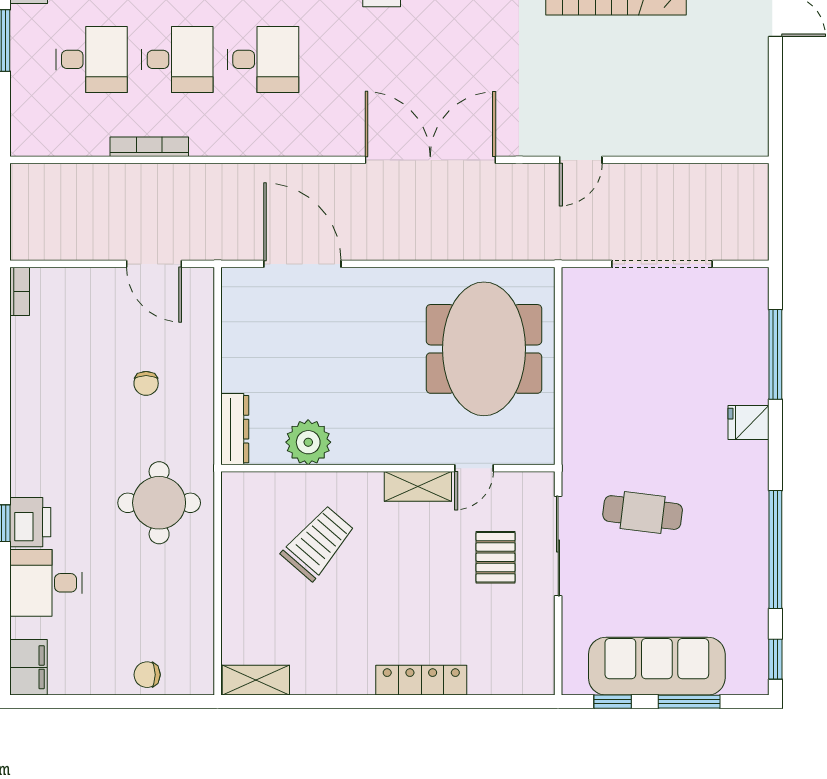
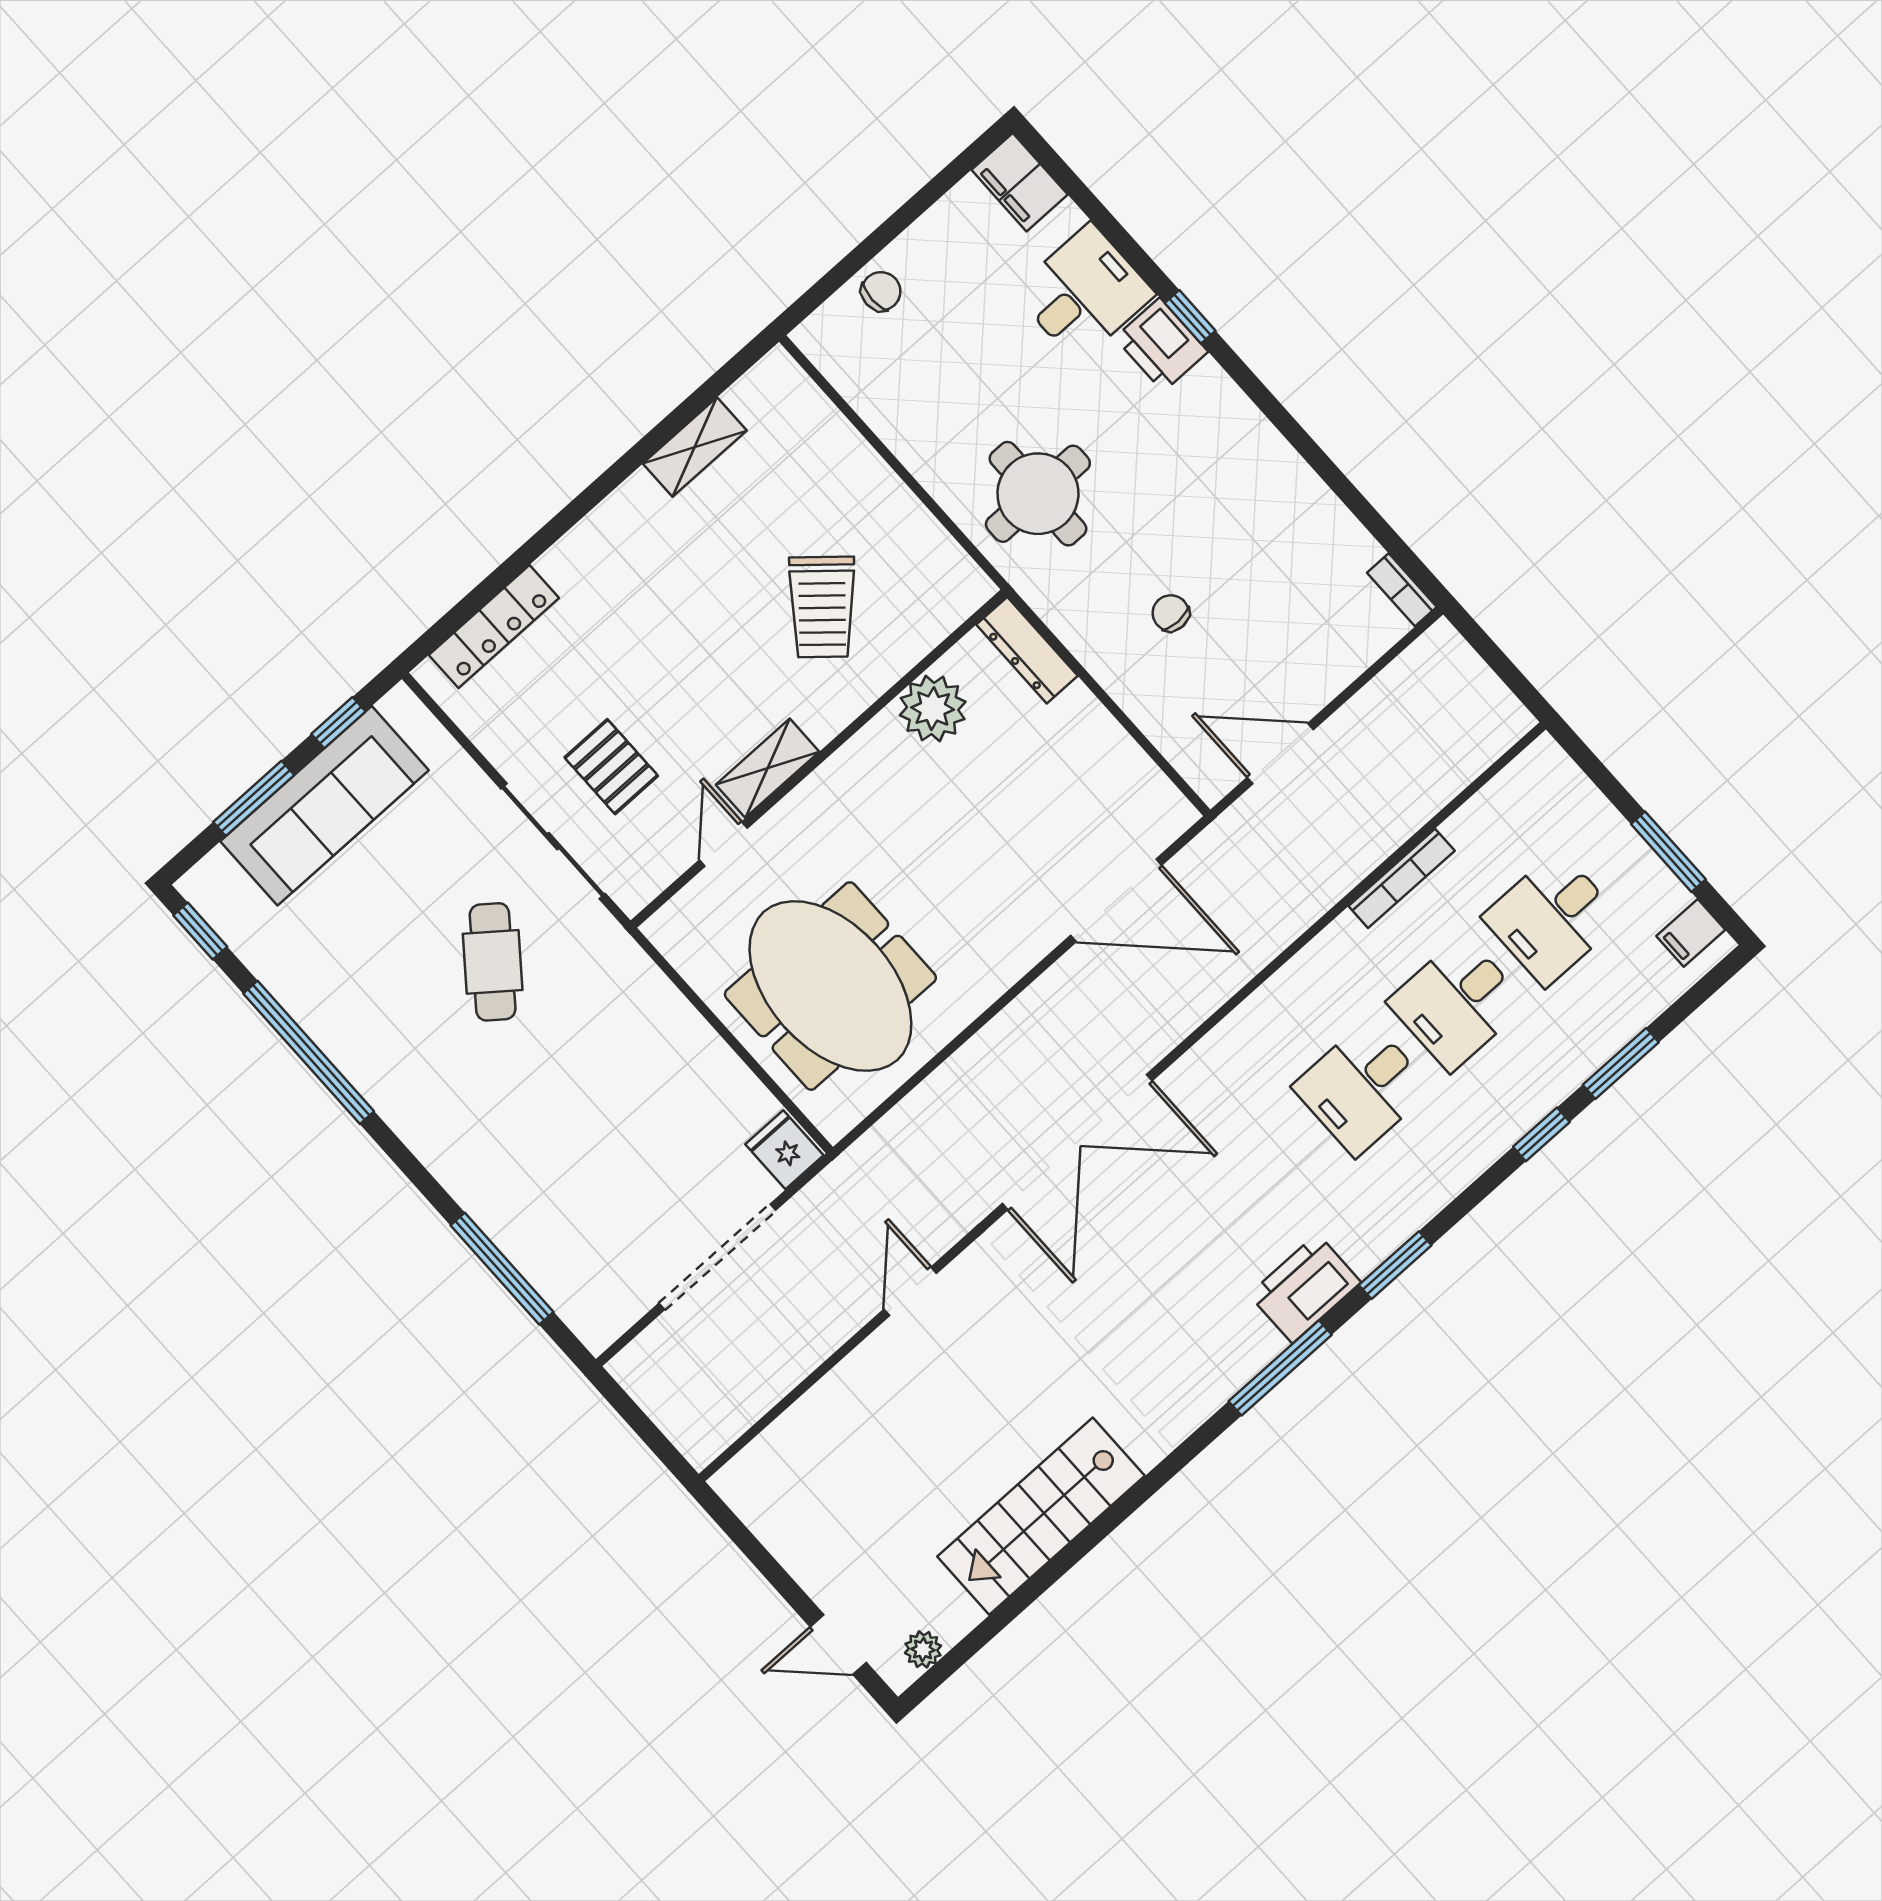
fridge: (748, 422) -> (784, 1150), moved, turned -90
cafe table: (643, 513) -> (493, 962), turned -59
shelving: (256, 680) -> (695, 447), moved
locker: (421, 680) -> (494, 627), moved

